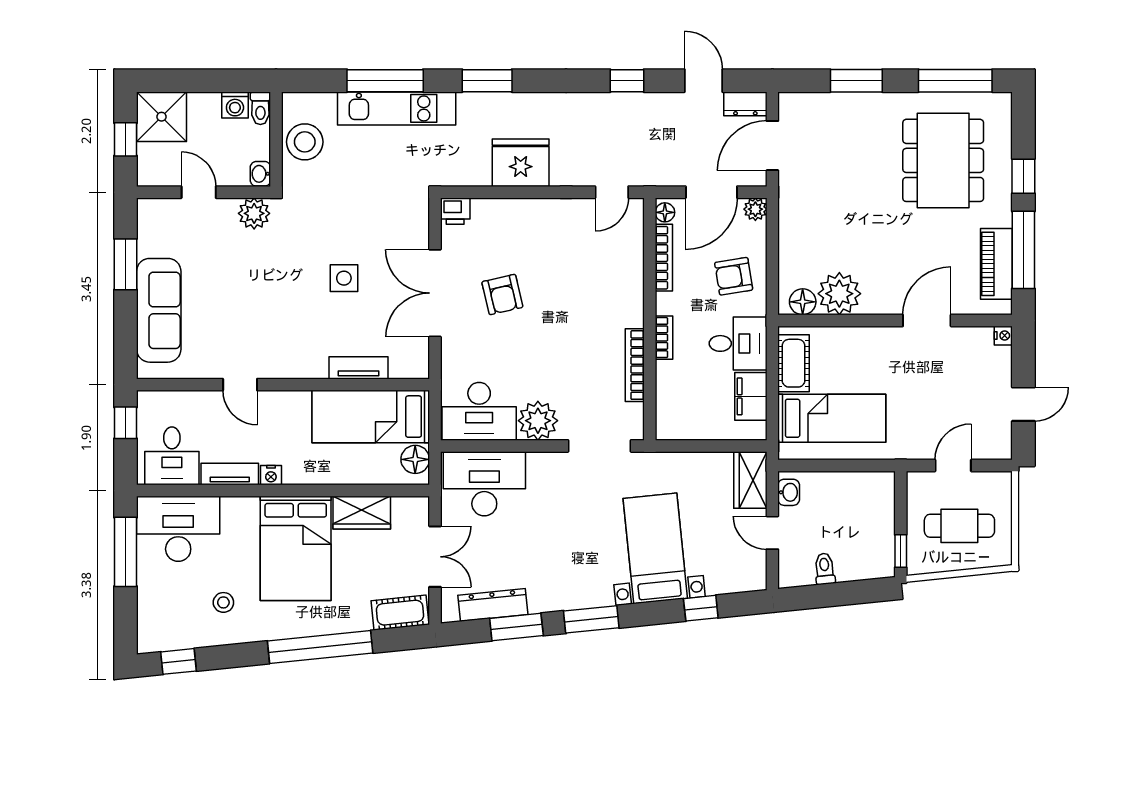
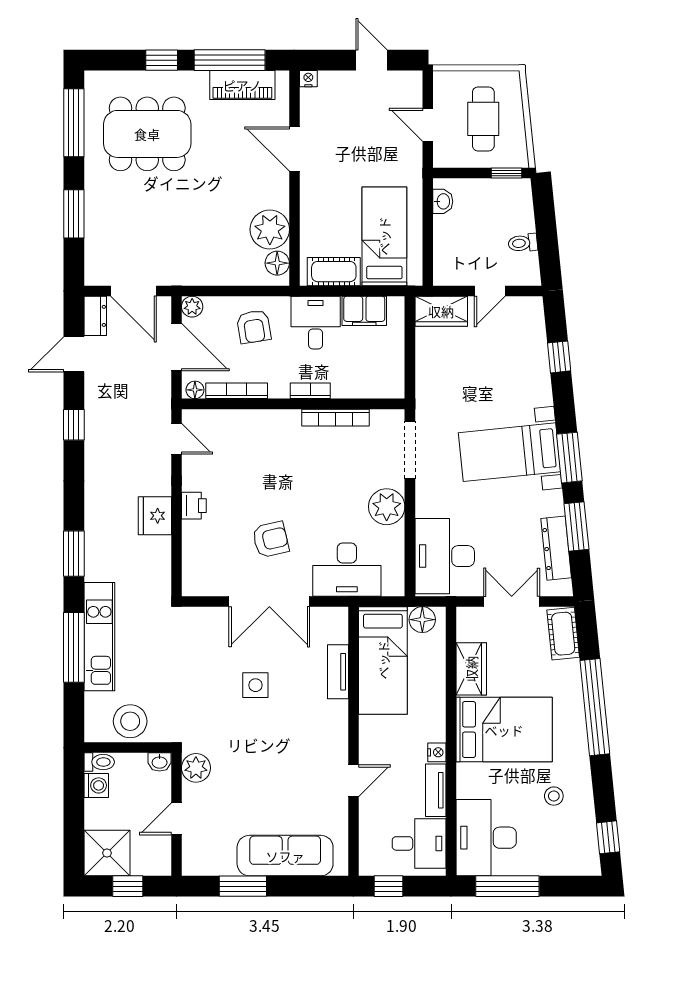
fridge: (521, 163) -> (155, 516), width x0.73, depth x0.75
printer: (455, 211) -> (194, 506), moved
desk: (479, 411) -> (347, 570), moved, turned 90
washbasin: (789, 492) -> (443, 201), moved, turned 90
bed with nightstands: (655, 548) -> (510, 452), moved

